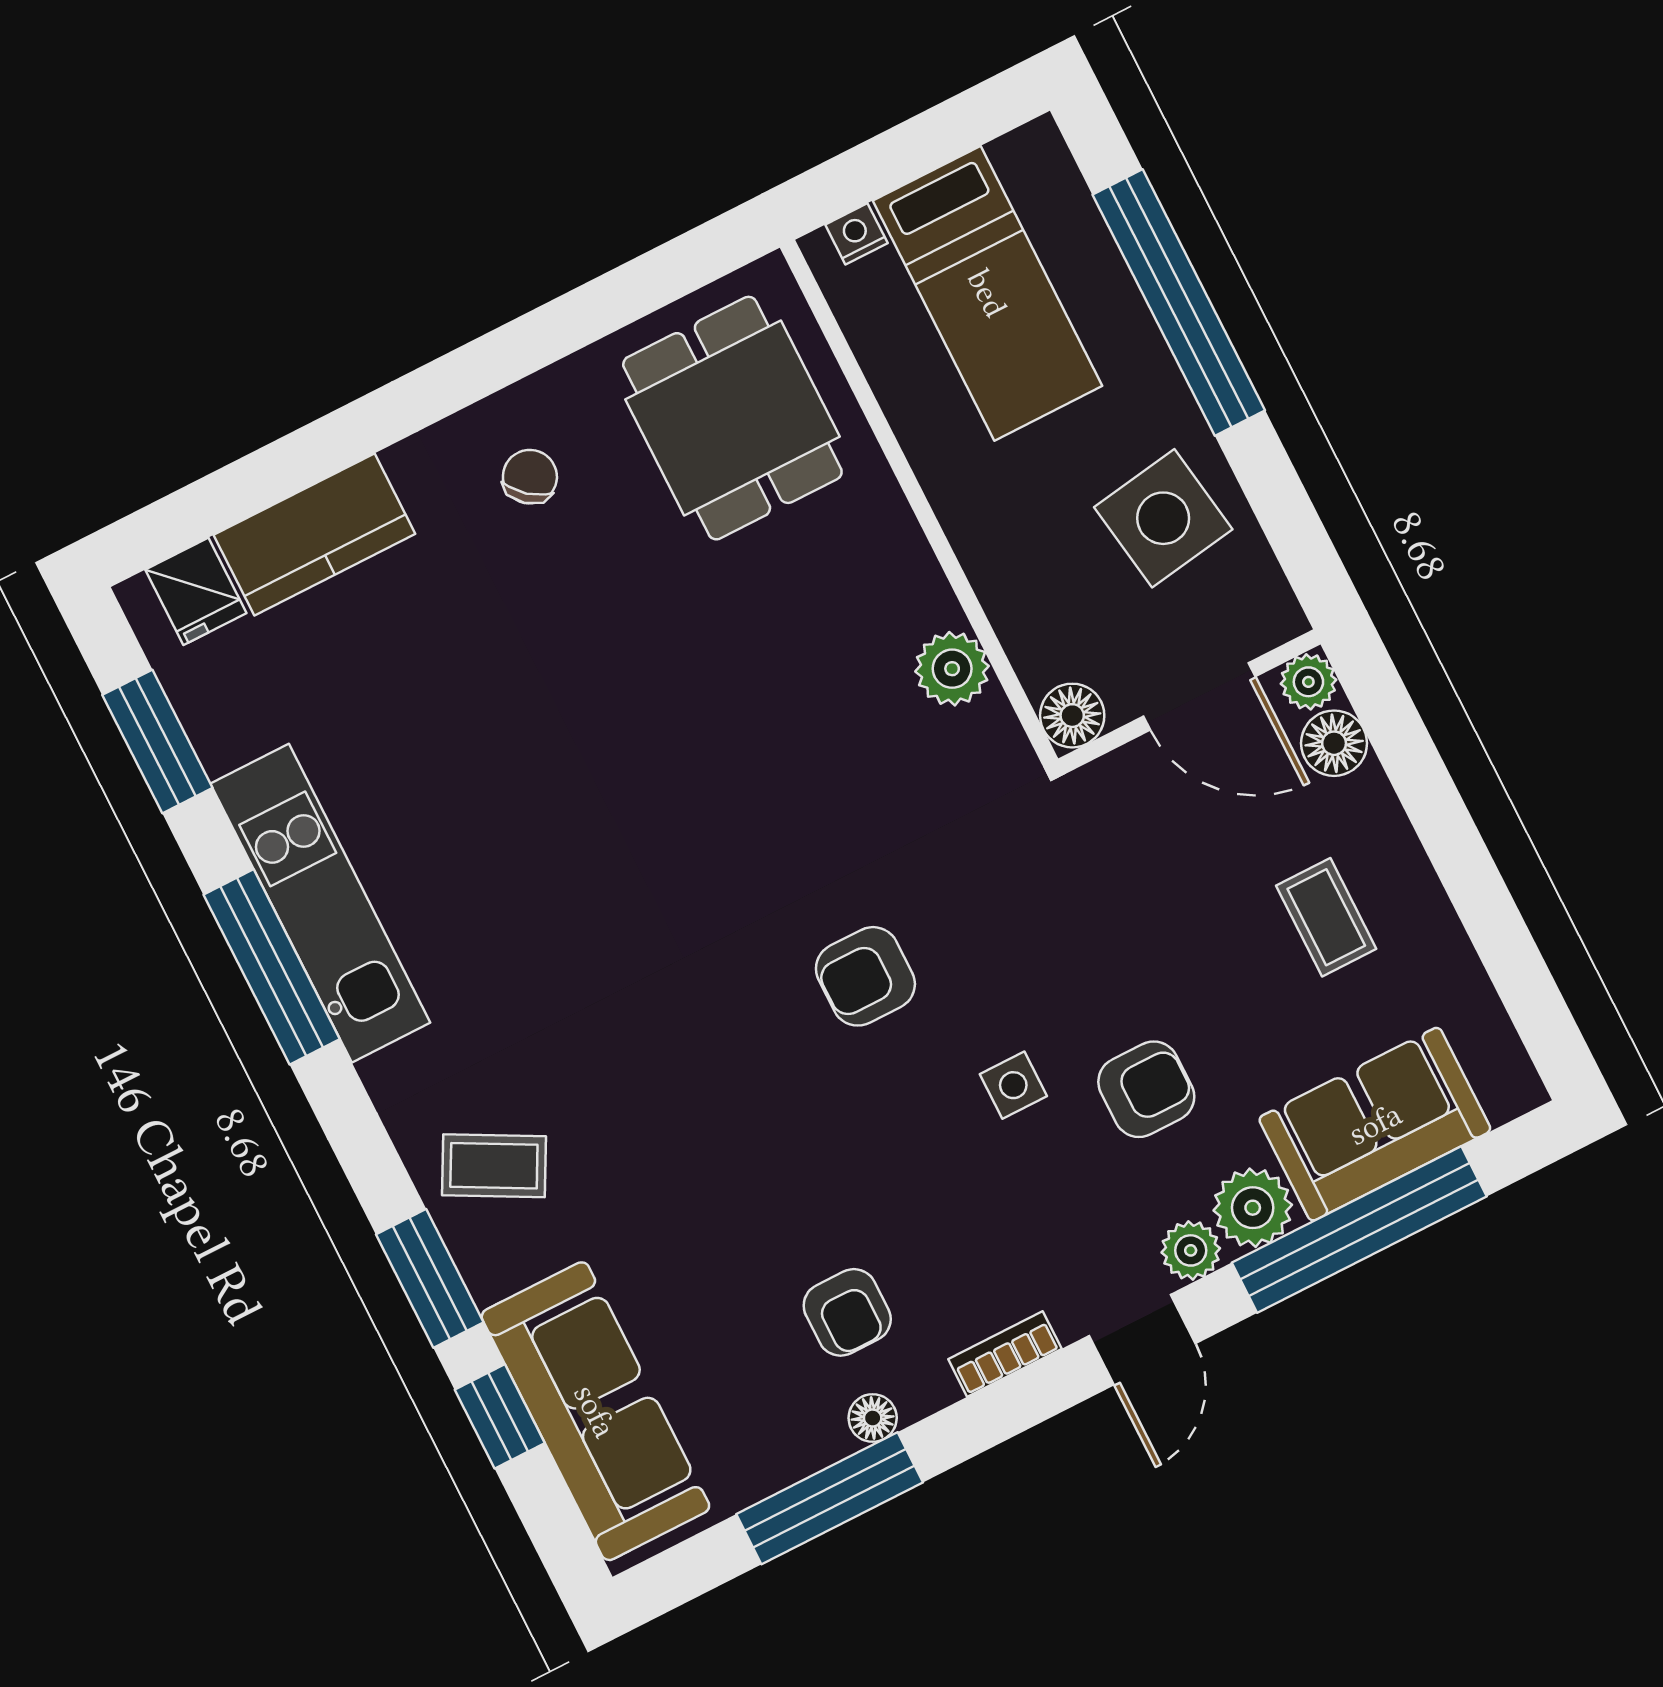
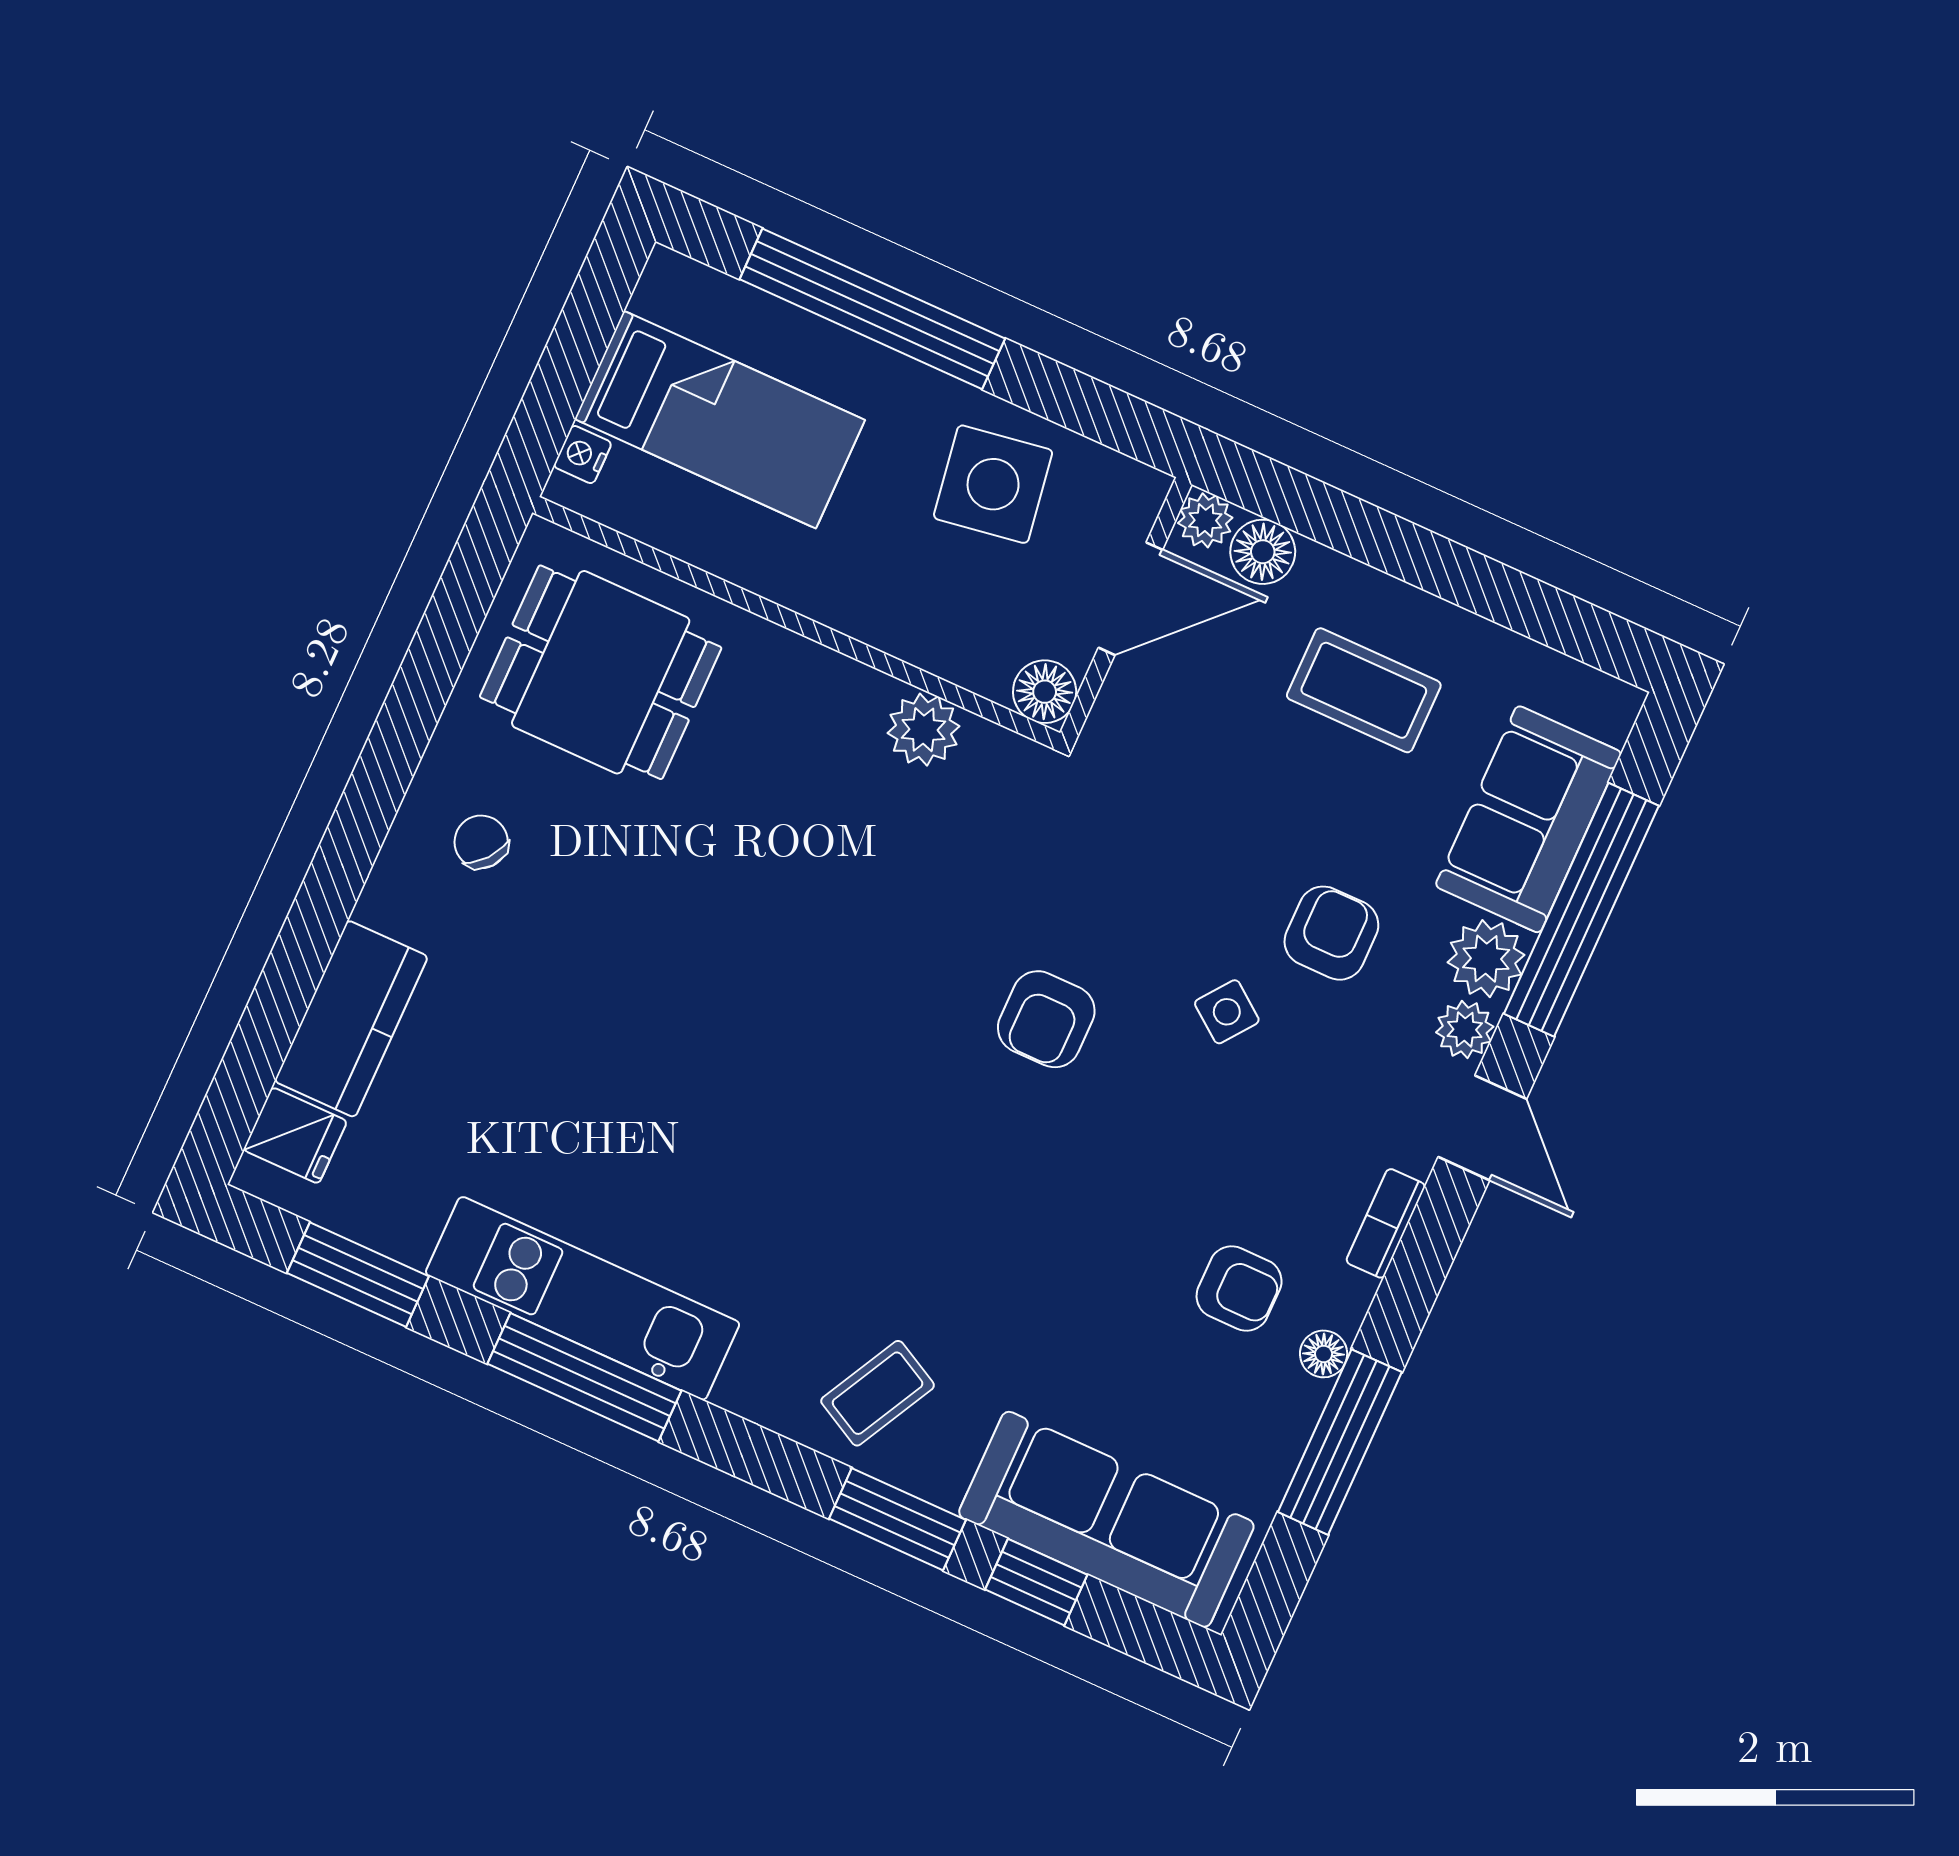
coffee table: (1326, 917) -> (1364, 690), width x1.36, depth x1.30
side table: (1013, 1085) -> (1227, 1012), turned 37

